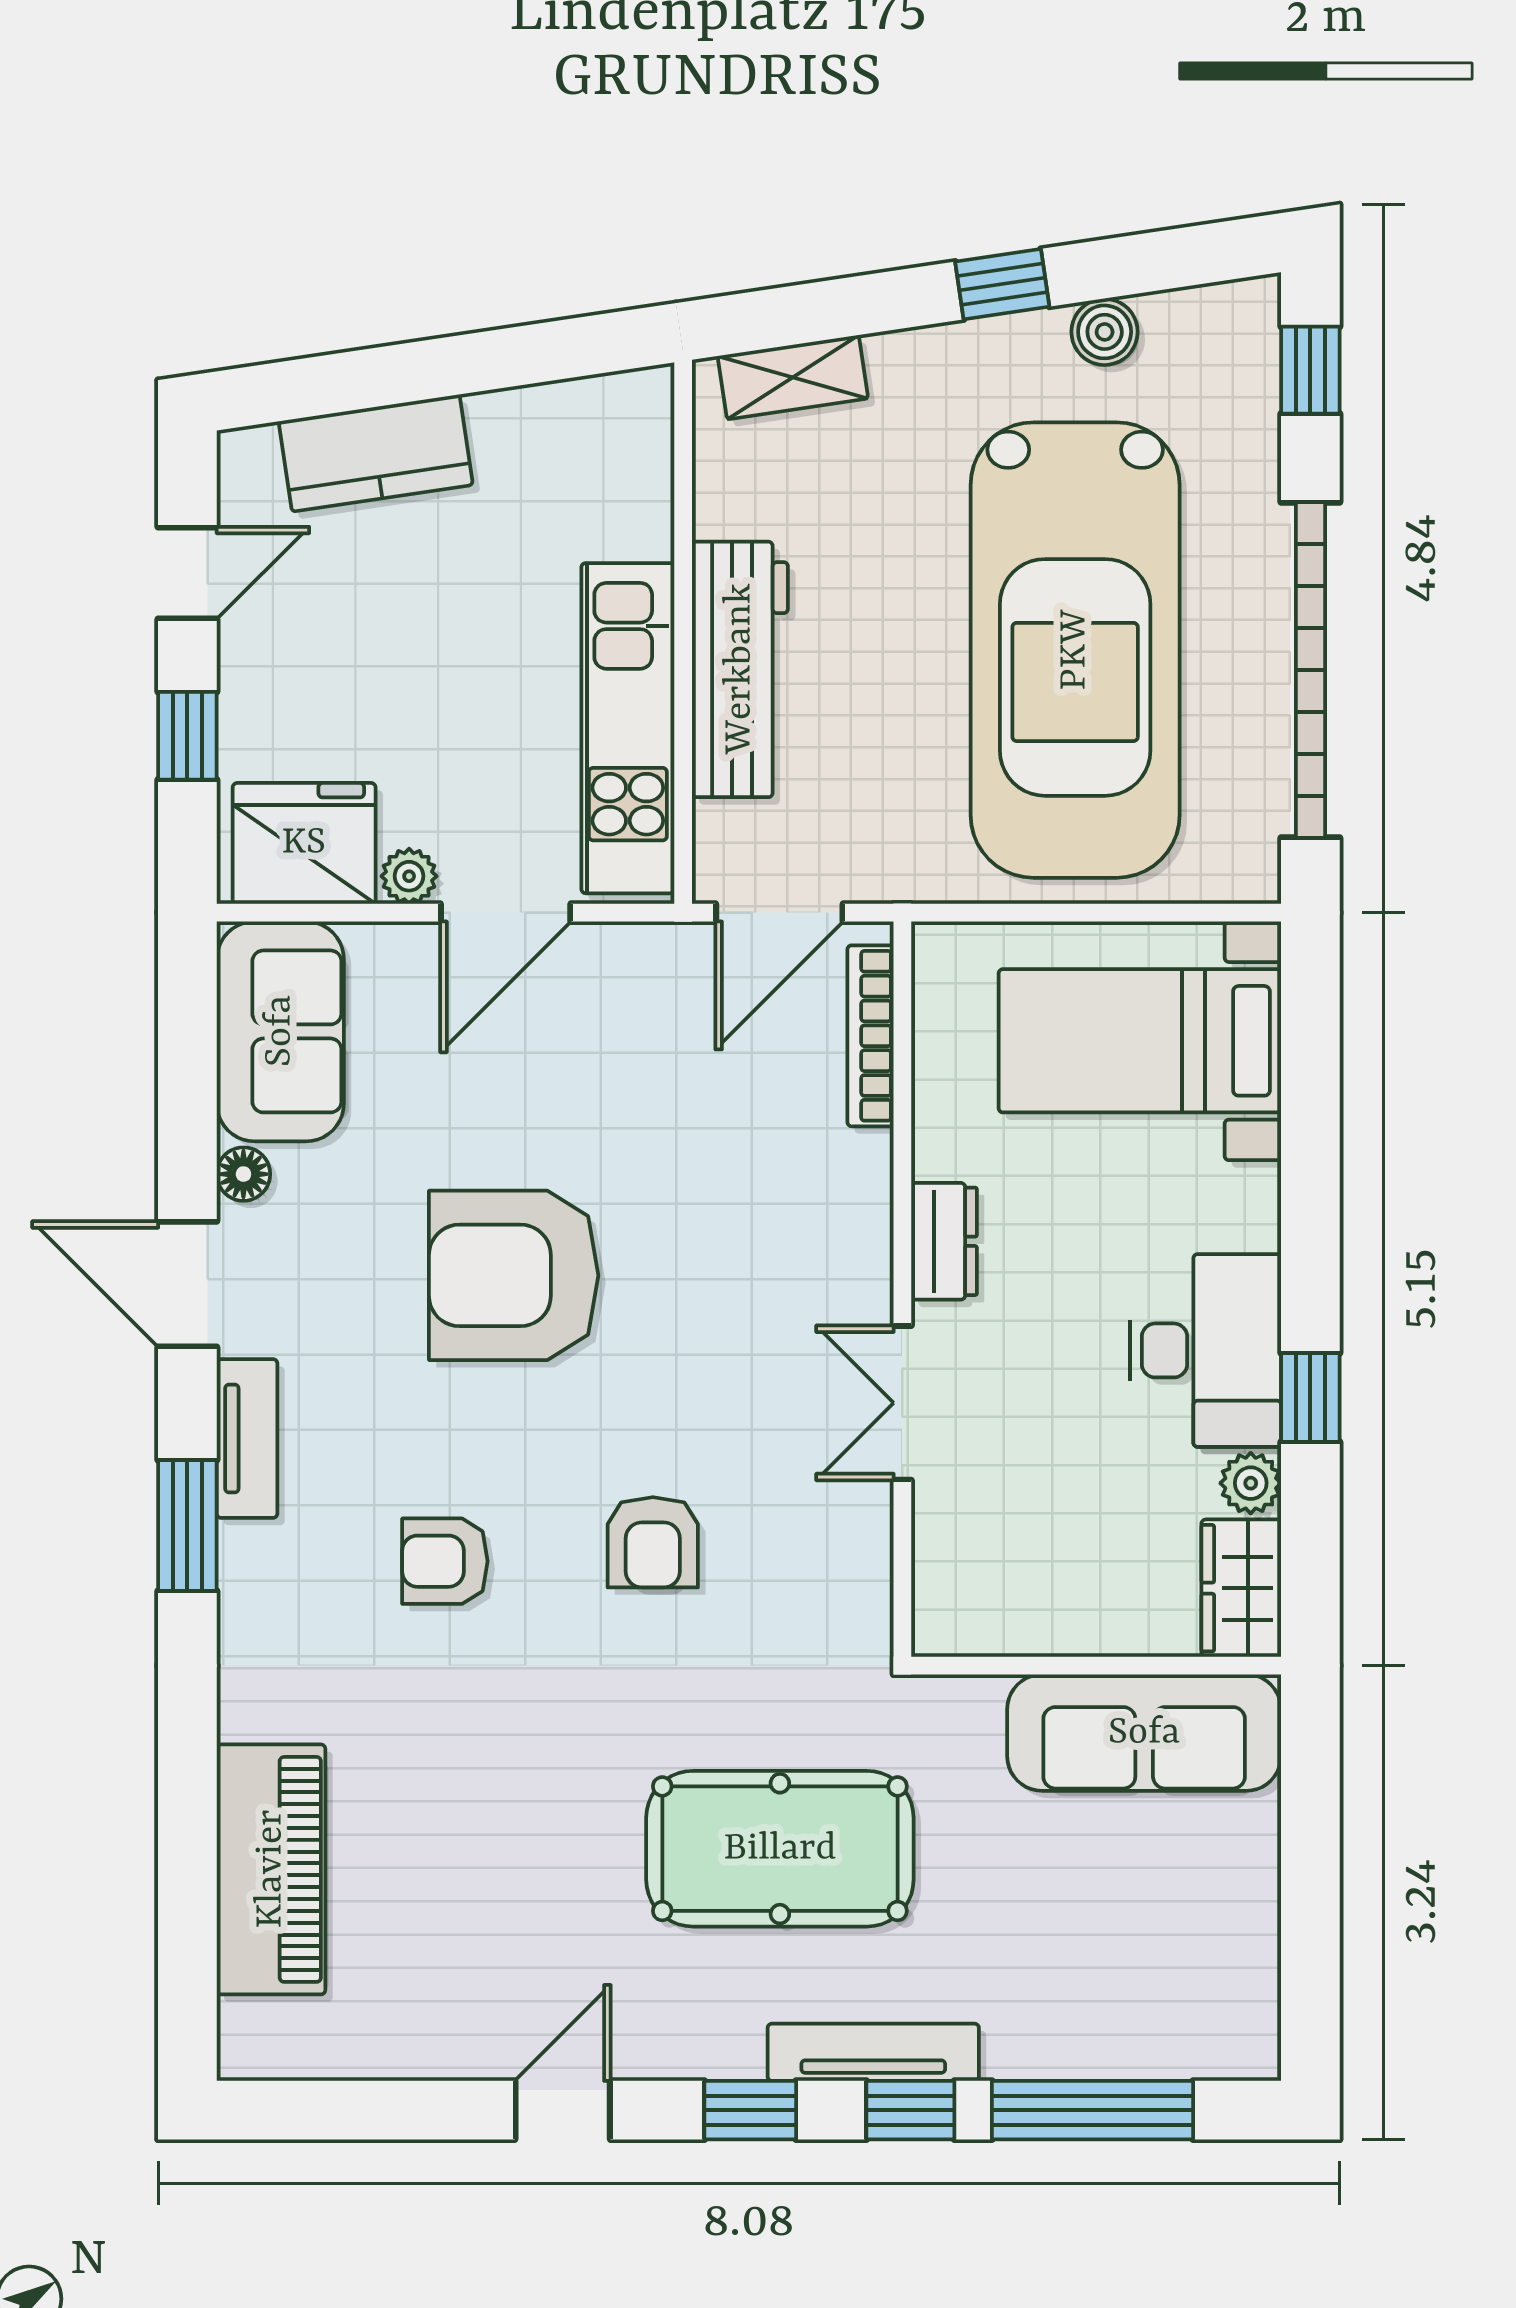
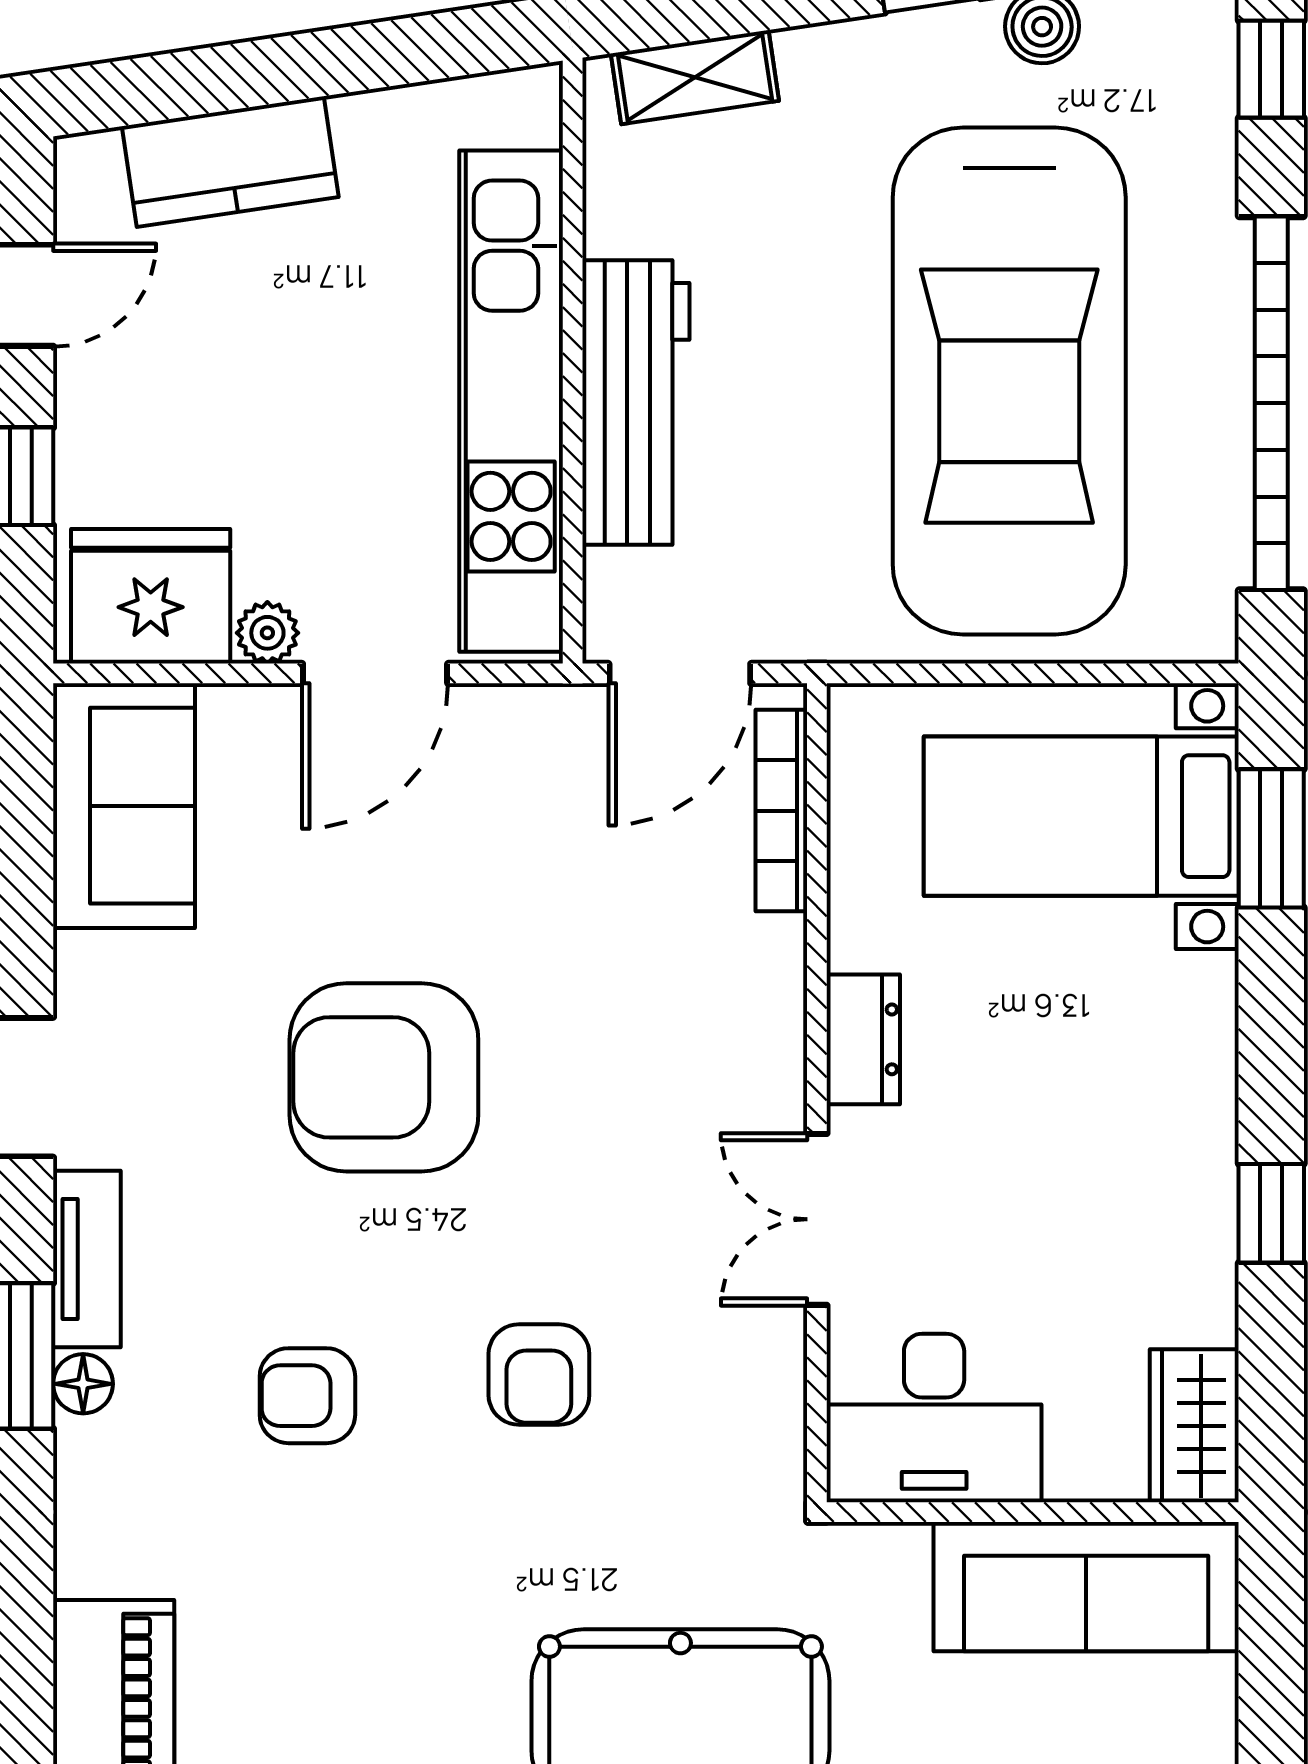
kitchen unit: (628, 728) -> (511, 401), width x1.36
window: (1310, 1061) -> (1271, 838), added
floor lamp: (243, 1174) -> (83, 1384), moved
desk: (1205, 1350) -> (934, 1418), moved, turned 90
plant: (1251, 1483) -> (1205, 1309), removed

